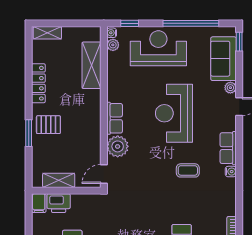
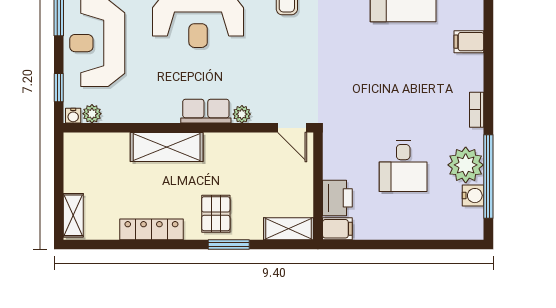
shelving: (91, 65) -> (167, 147), moved
plant: (118, 146) -> (242, 114), width x0.53, depth x0.53
shelving: (59, 180) -> (288, 229), moved, turned 90

